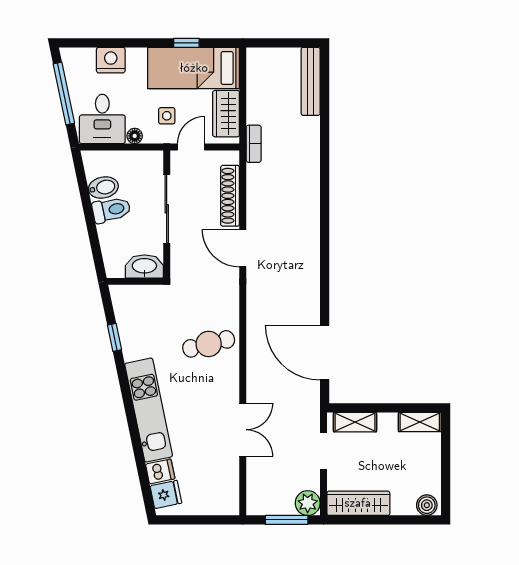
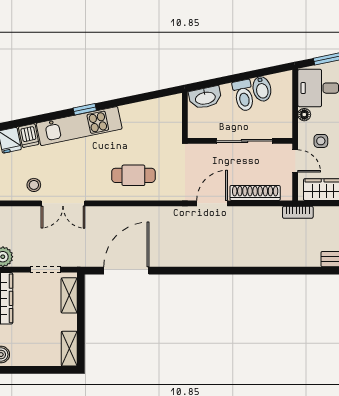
washbasin: (144, 266) -> (205, 98), moved, turned 78
window: (114, 337) -> (85, 109), moved
cafe table: (209, 344) -> (133, 175), turned -76
stool: (220, 465) -> (34, 185), added

